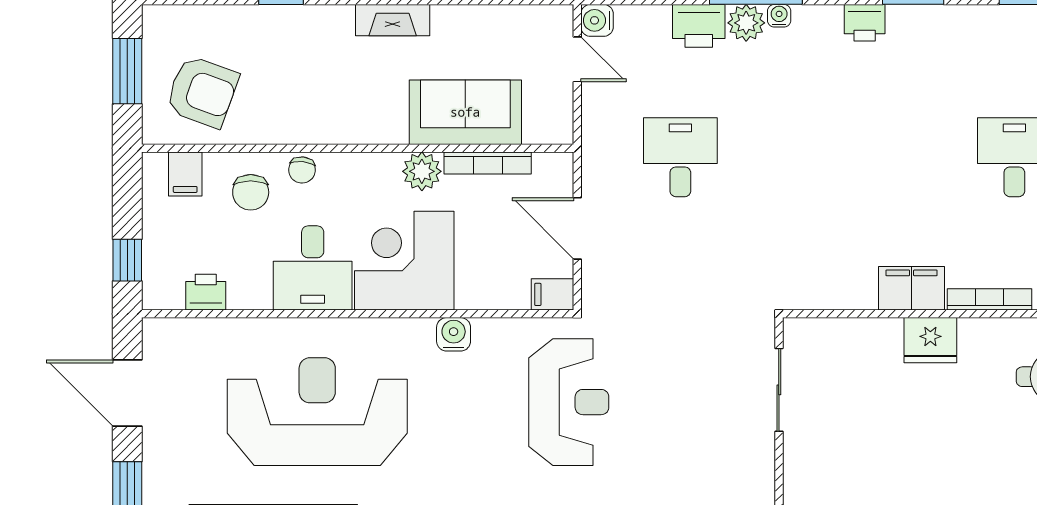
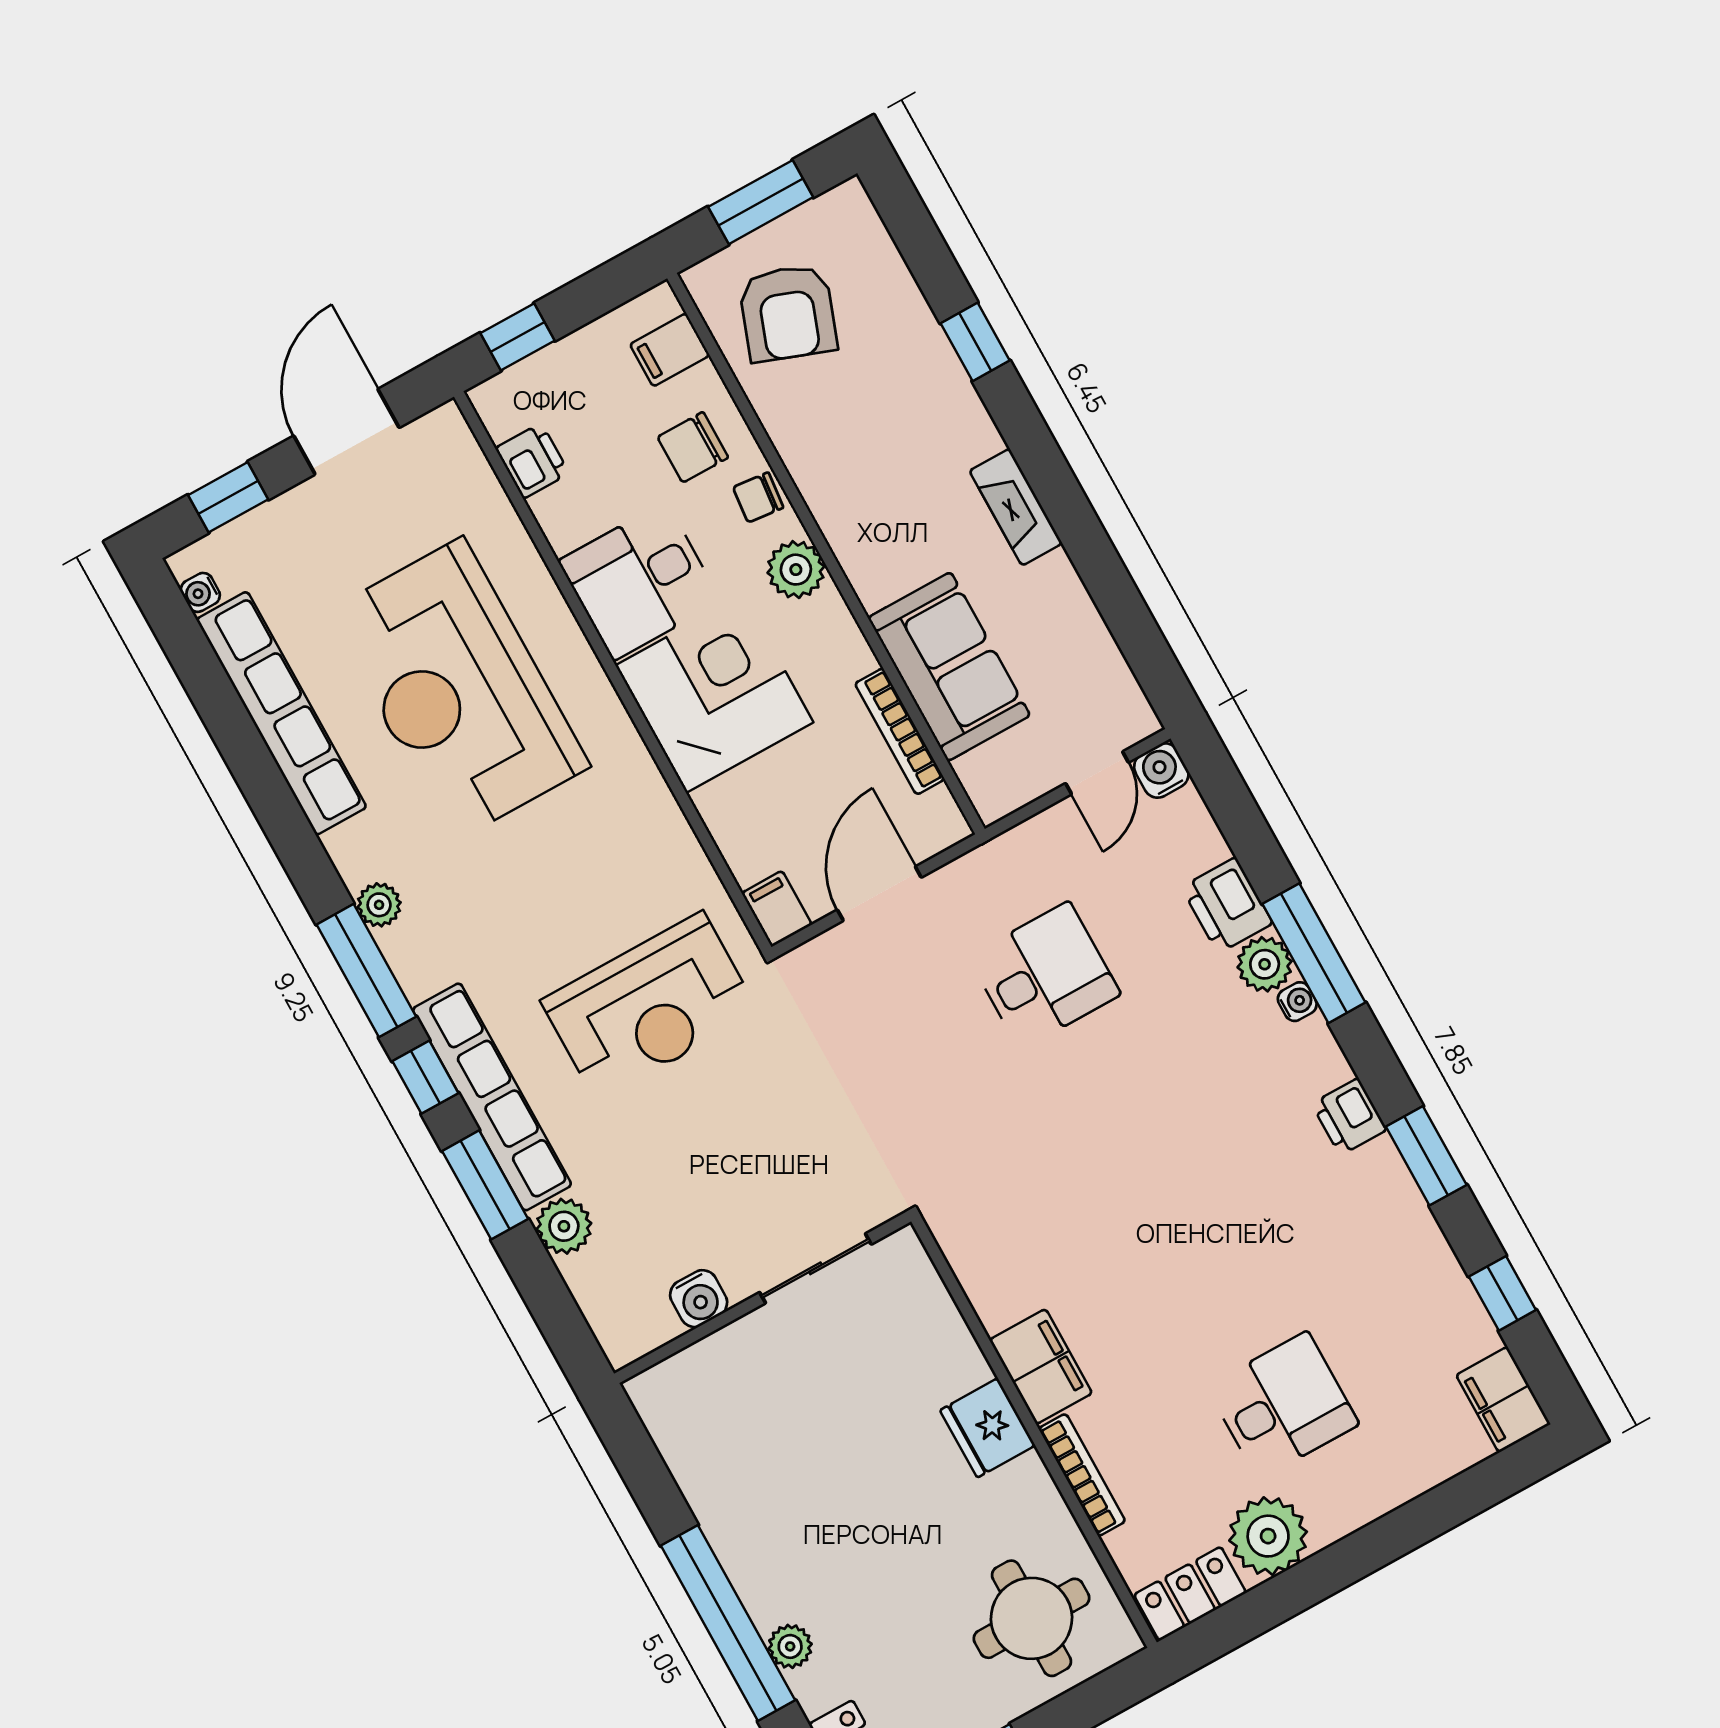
plant: (422, 171) -> (796, 570), moved
water cooler: (454, 334) -> (699, 1299), moved, turned 90
reception desk: (317, 412) -> (458, 689), turned 180

